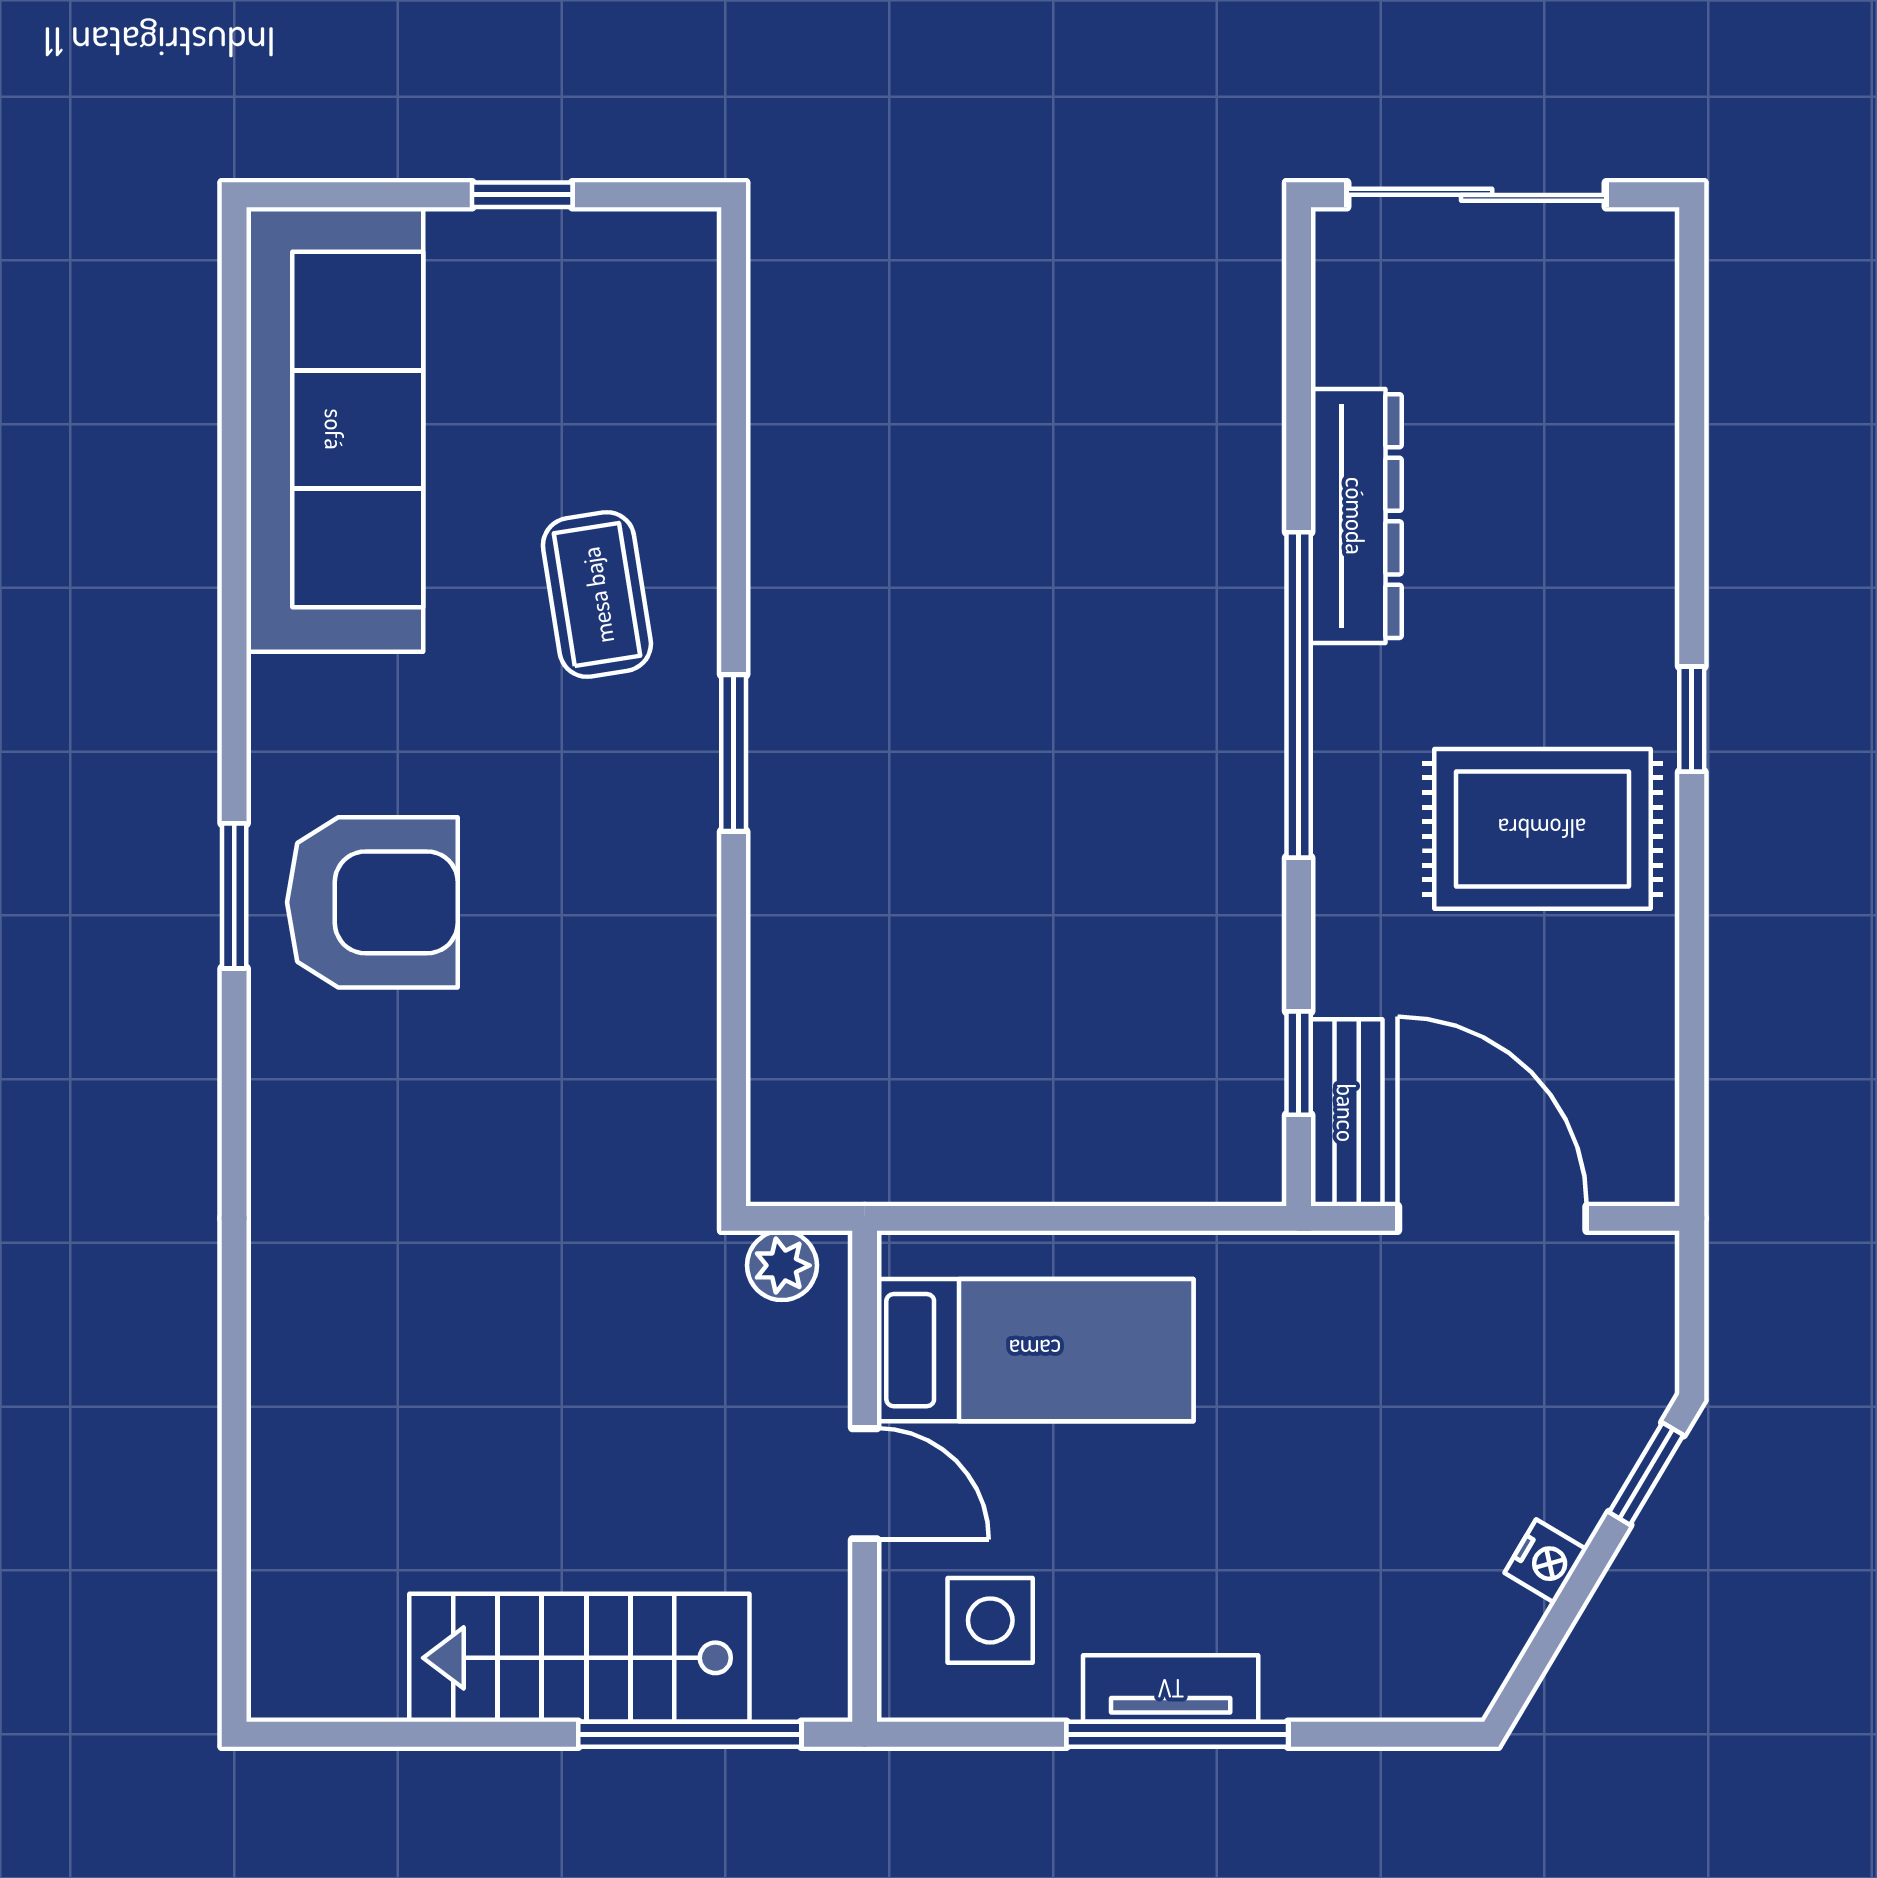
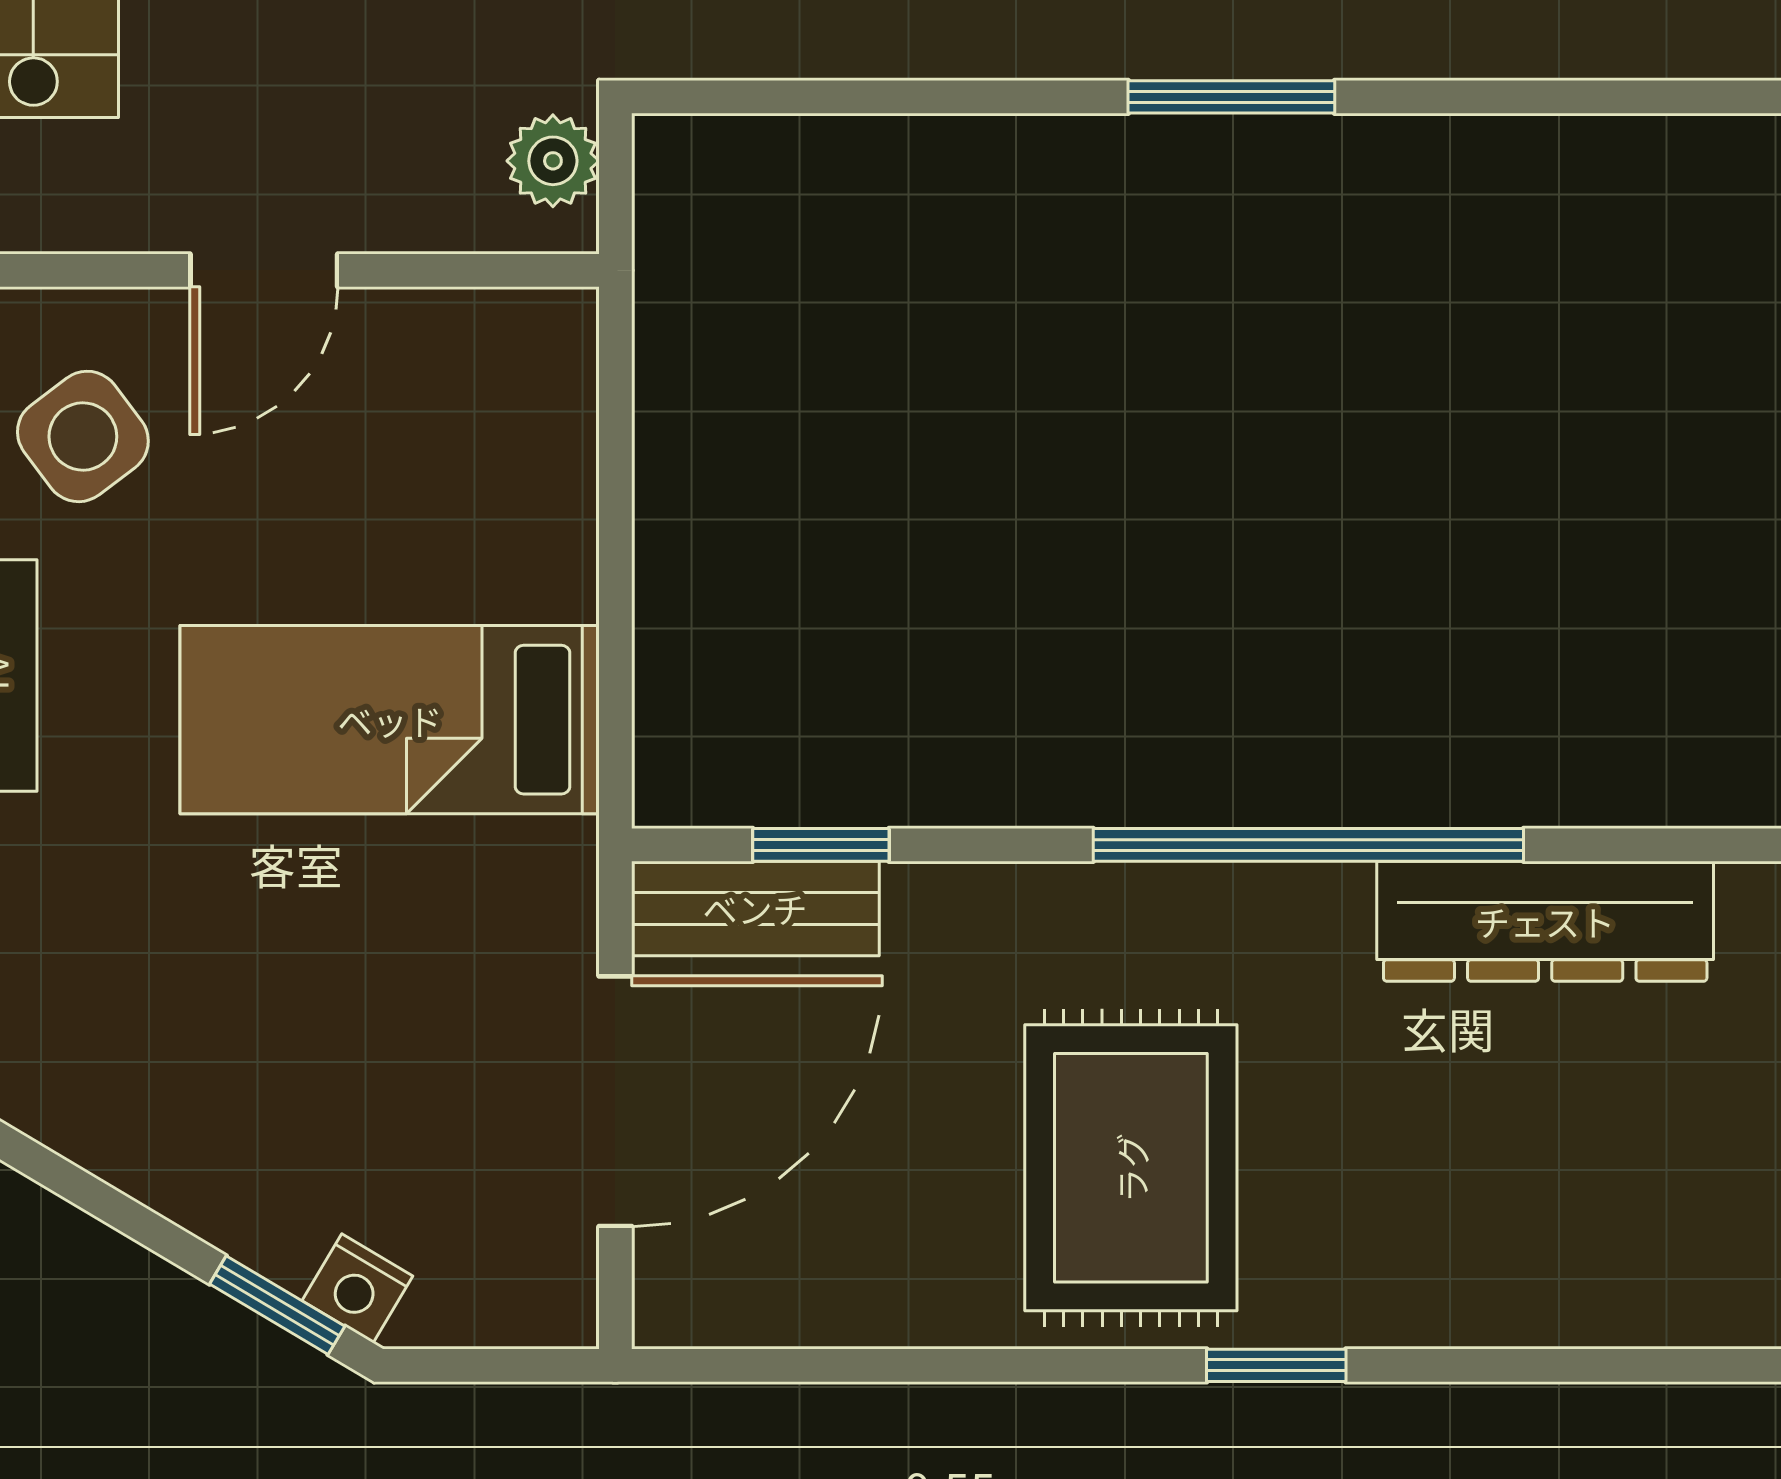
bed: (1035, 1350) -> (390, 720), moved, turned 90
nightstand: (1546, 1561) -> (357, 1288), moved
side table: (990, 1620) -> (83, 436), turned -37

